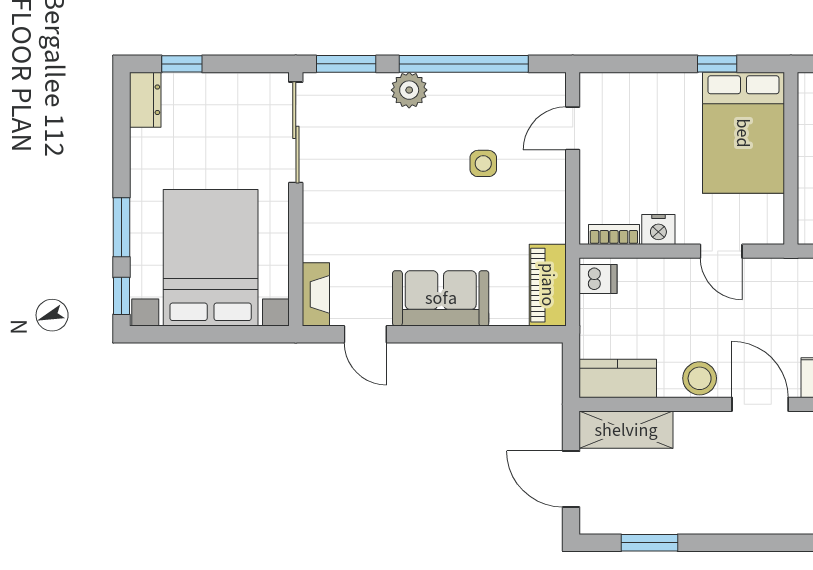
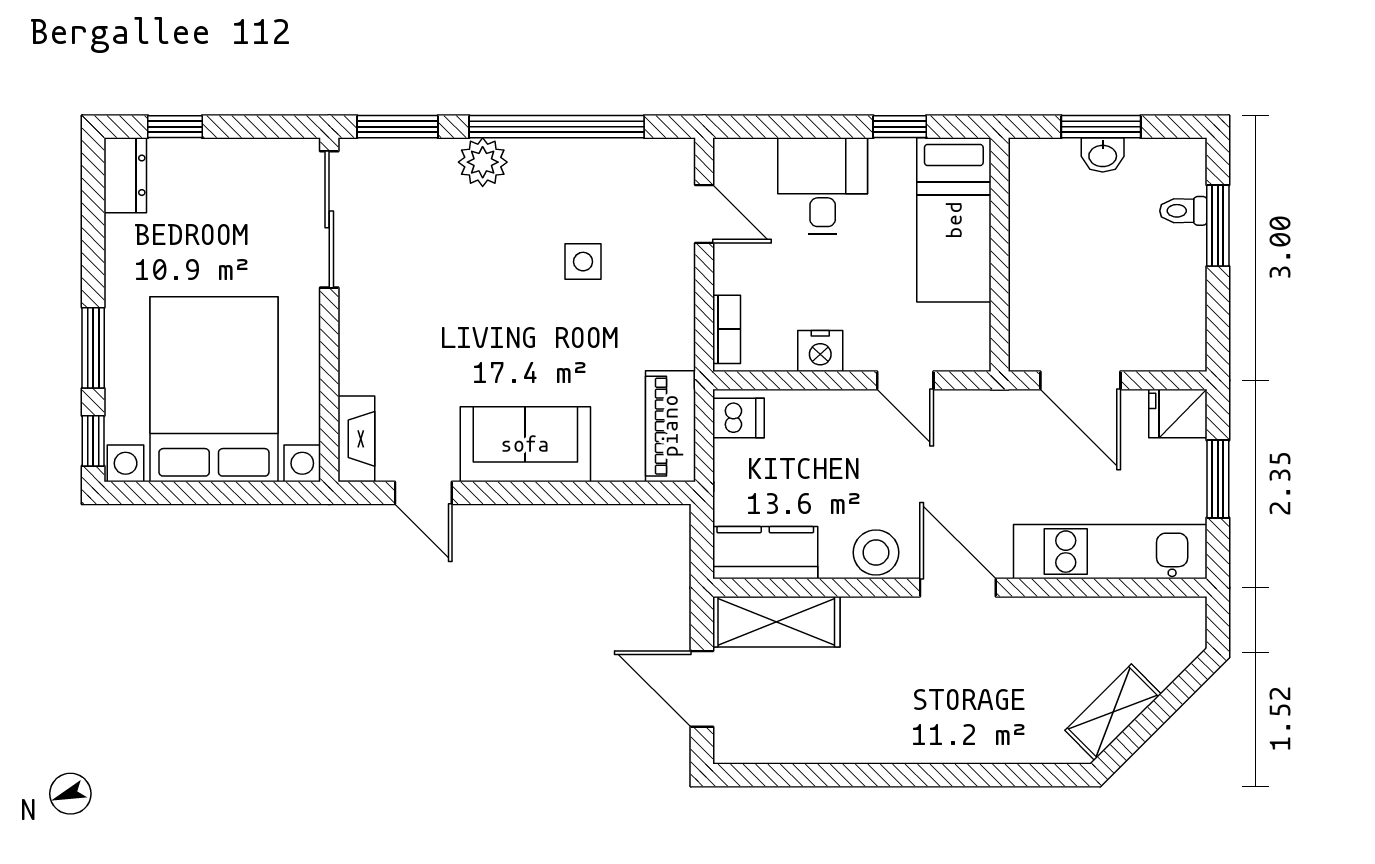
desk: (660, 108) -> (823, 186), added
door: (573, 128) -> (704, 214), swing flipped
bed: (743, 133) -> (954, 220), width x0.67
bookcase: (614, 235) -> (727, 329), moved, turned 90
window: (649, 543) -> (808, 775), removed

